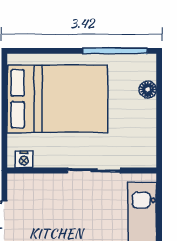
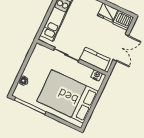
kitchen counter: (40, 187) -> (95, 59), added

